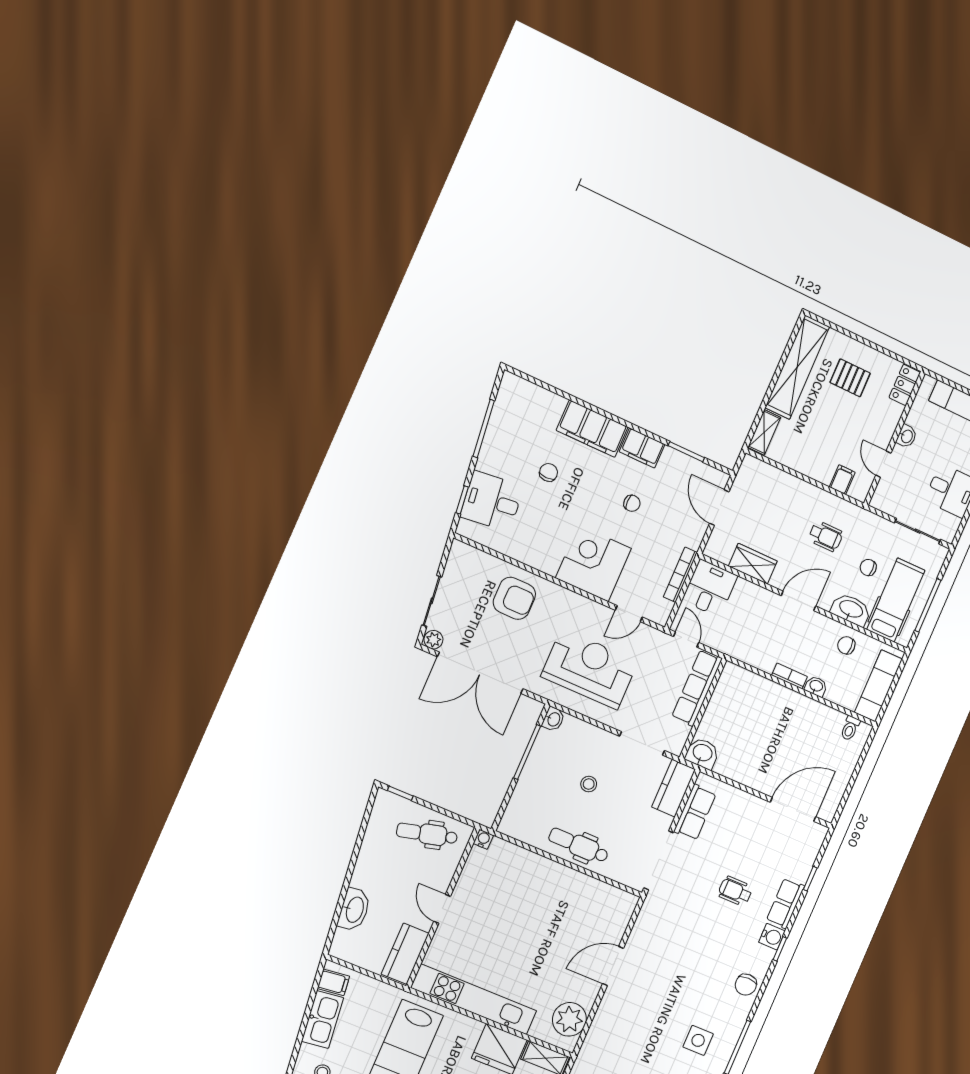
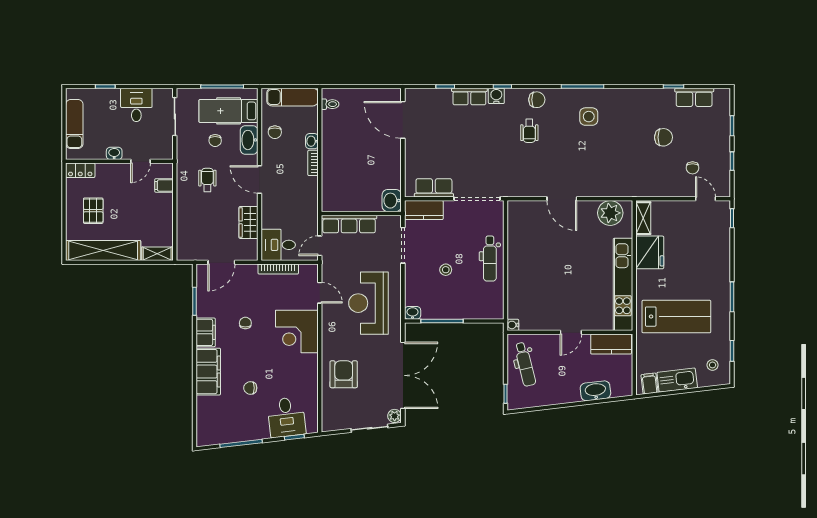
wheelchair: (735, 891) -> (529, 131), moved

